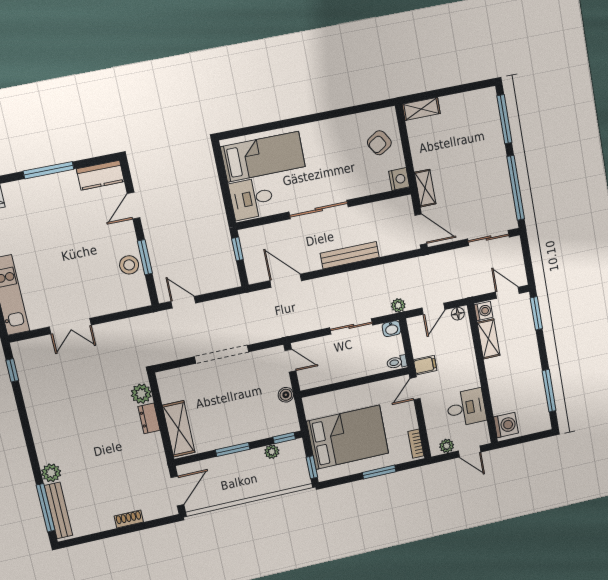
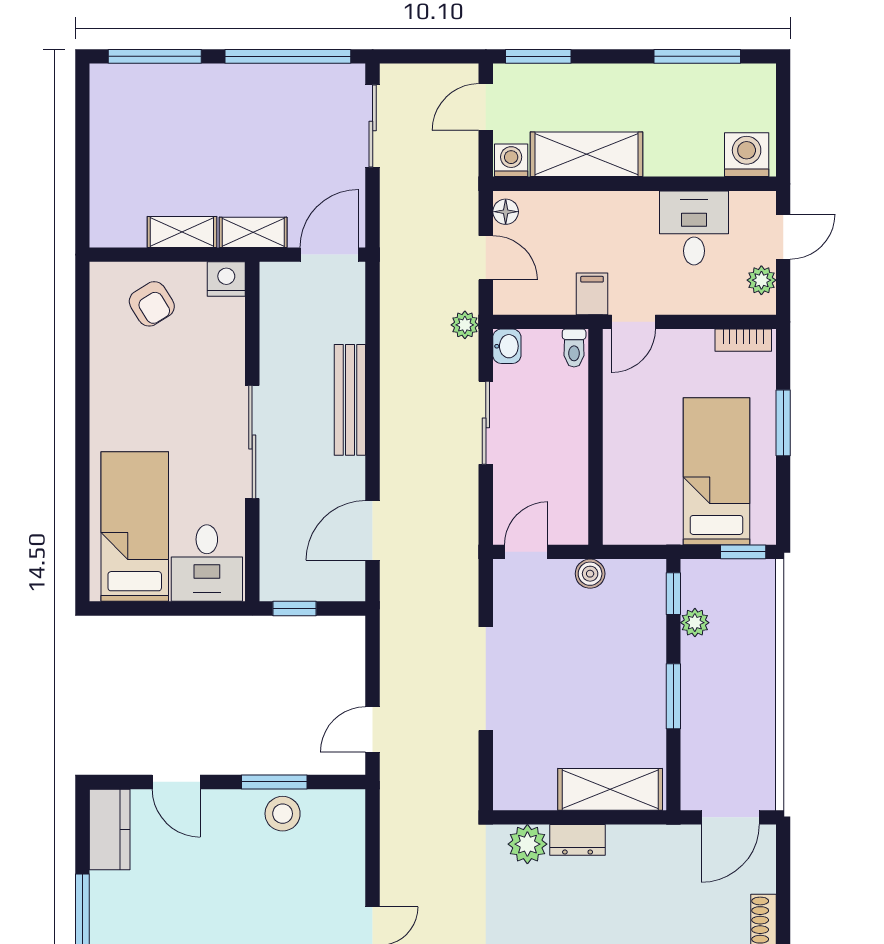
shelving: (421, 109) -> (182, 232), moved, turned 90
shelving: (489, 339) -> (587, 154), width x1.50, depth x1.33
door: (415, 388) -> (633, 322), hinge flipped
bed: (348, 437) -> (716, 471), width x0.67
door: (177, 491) -> (730, 817), swing flipped

